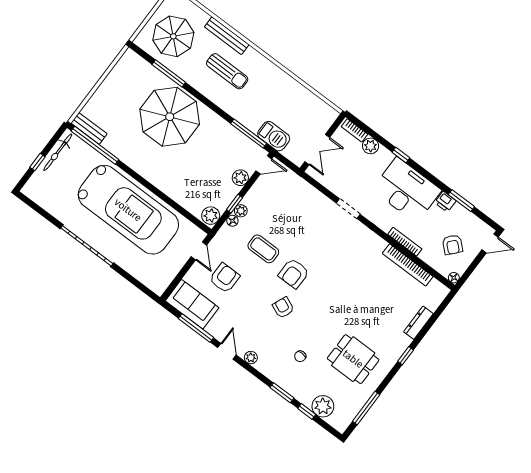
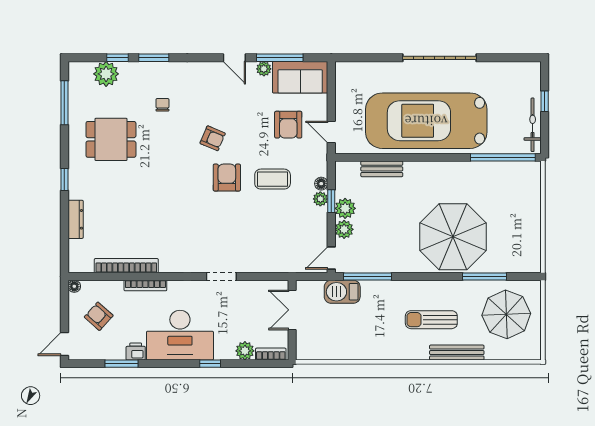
bench: (89, 128) -> (382, 169), moved
plant: (211, 216) -> (345, 208), moved
plant: (251, 358) -> (264, 69), moved

